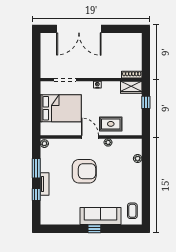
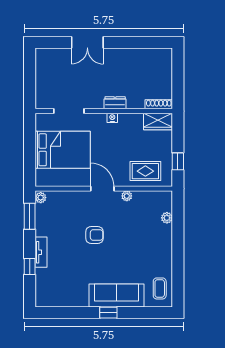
double door: (79, 29) -> (87, 42), width x0.54
dresser: (99, 74) -> (115, 103), added
window: (146, 102) -> (178, 161), moved
rug: (111, 124) -> (145, 171), moved
window: (36, 168) -> (30, 216), moved
armchair: (84, 171) -> (94, 235), width x0.53, depth x0.53

